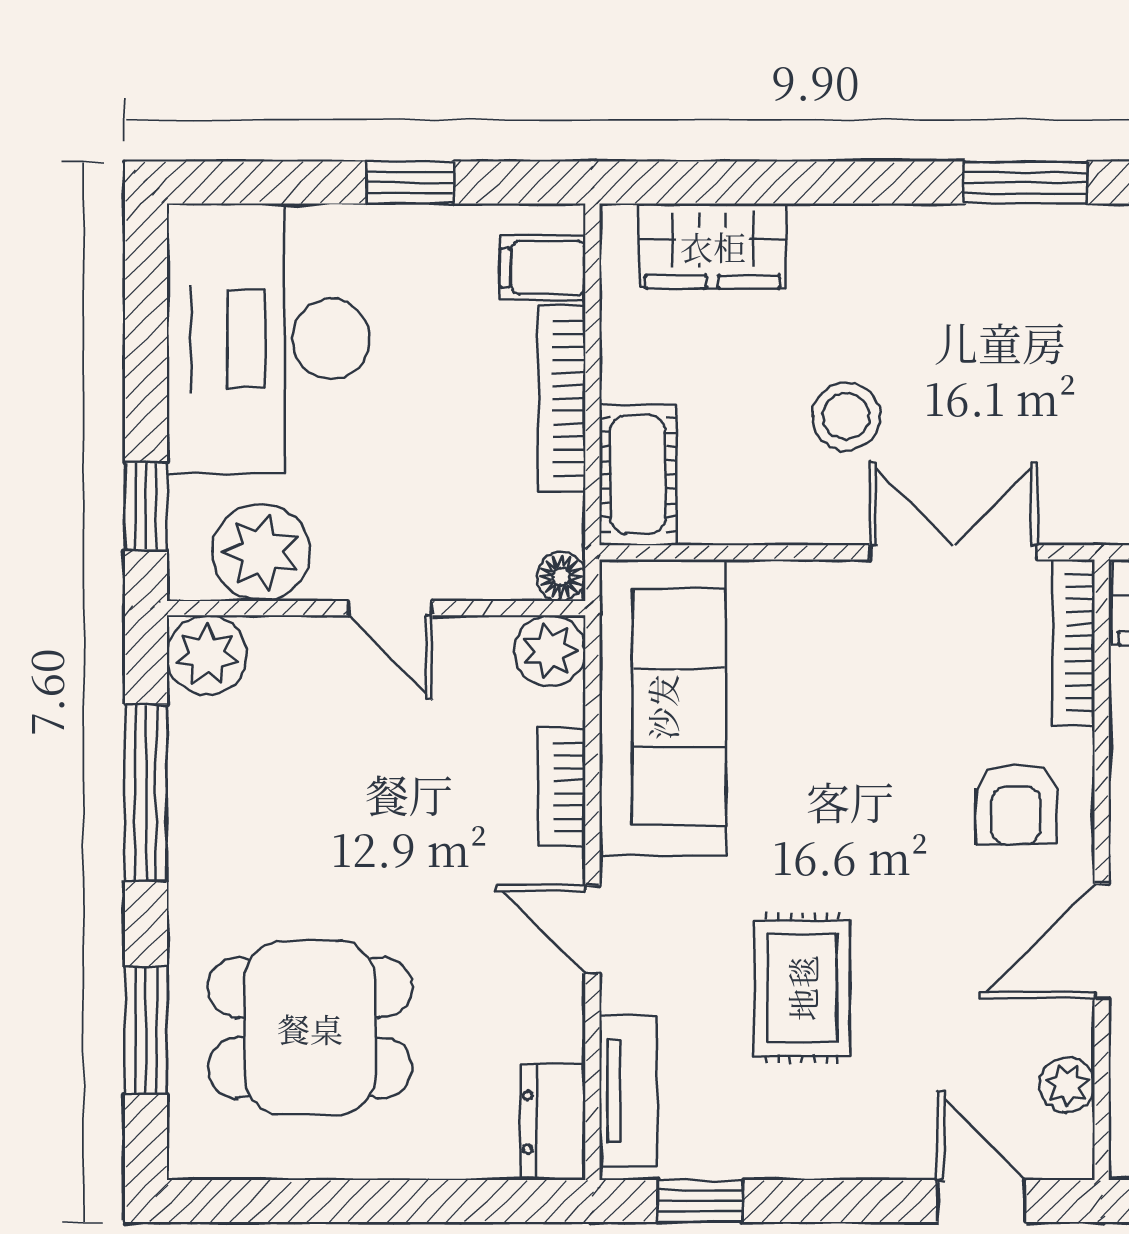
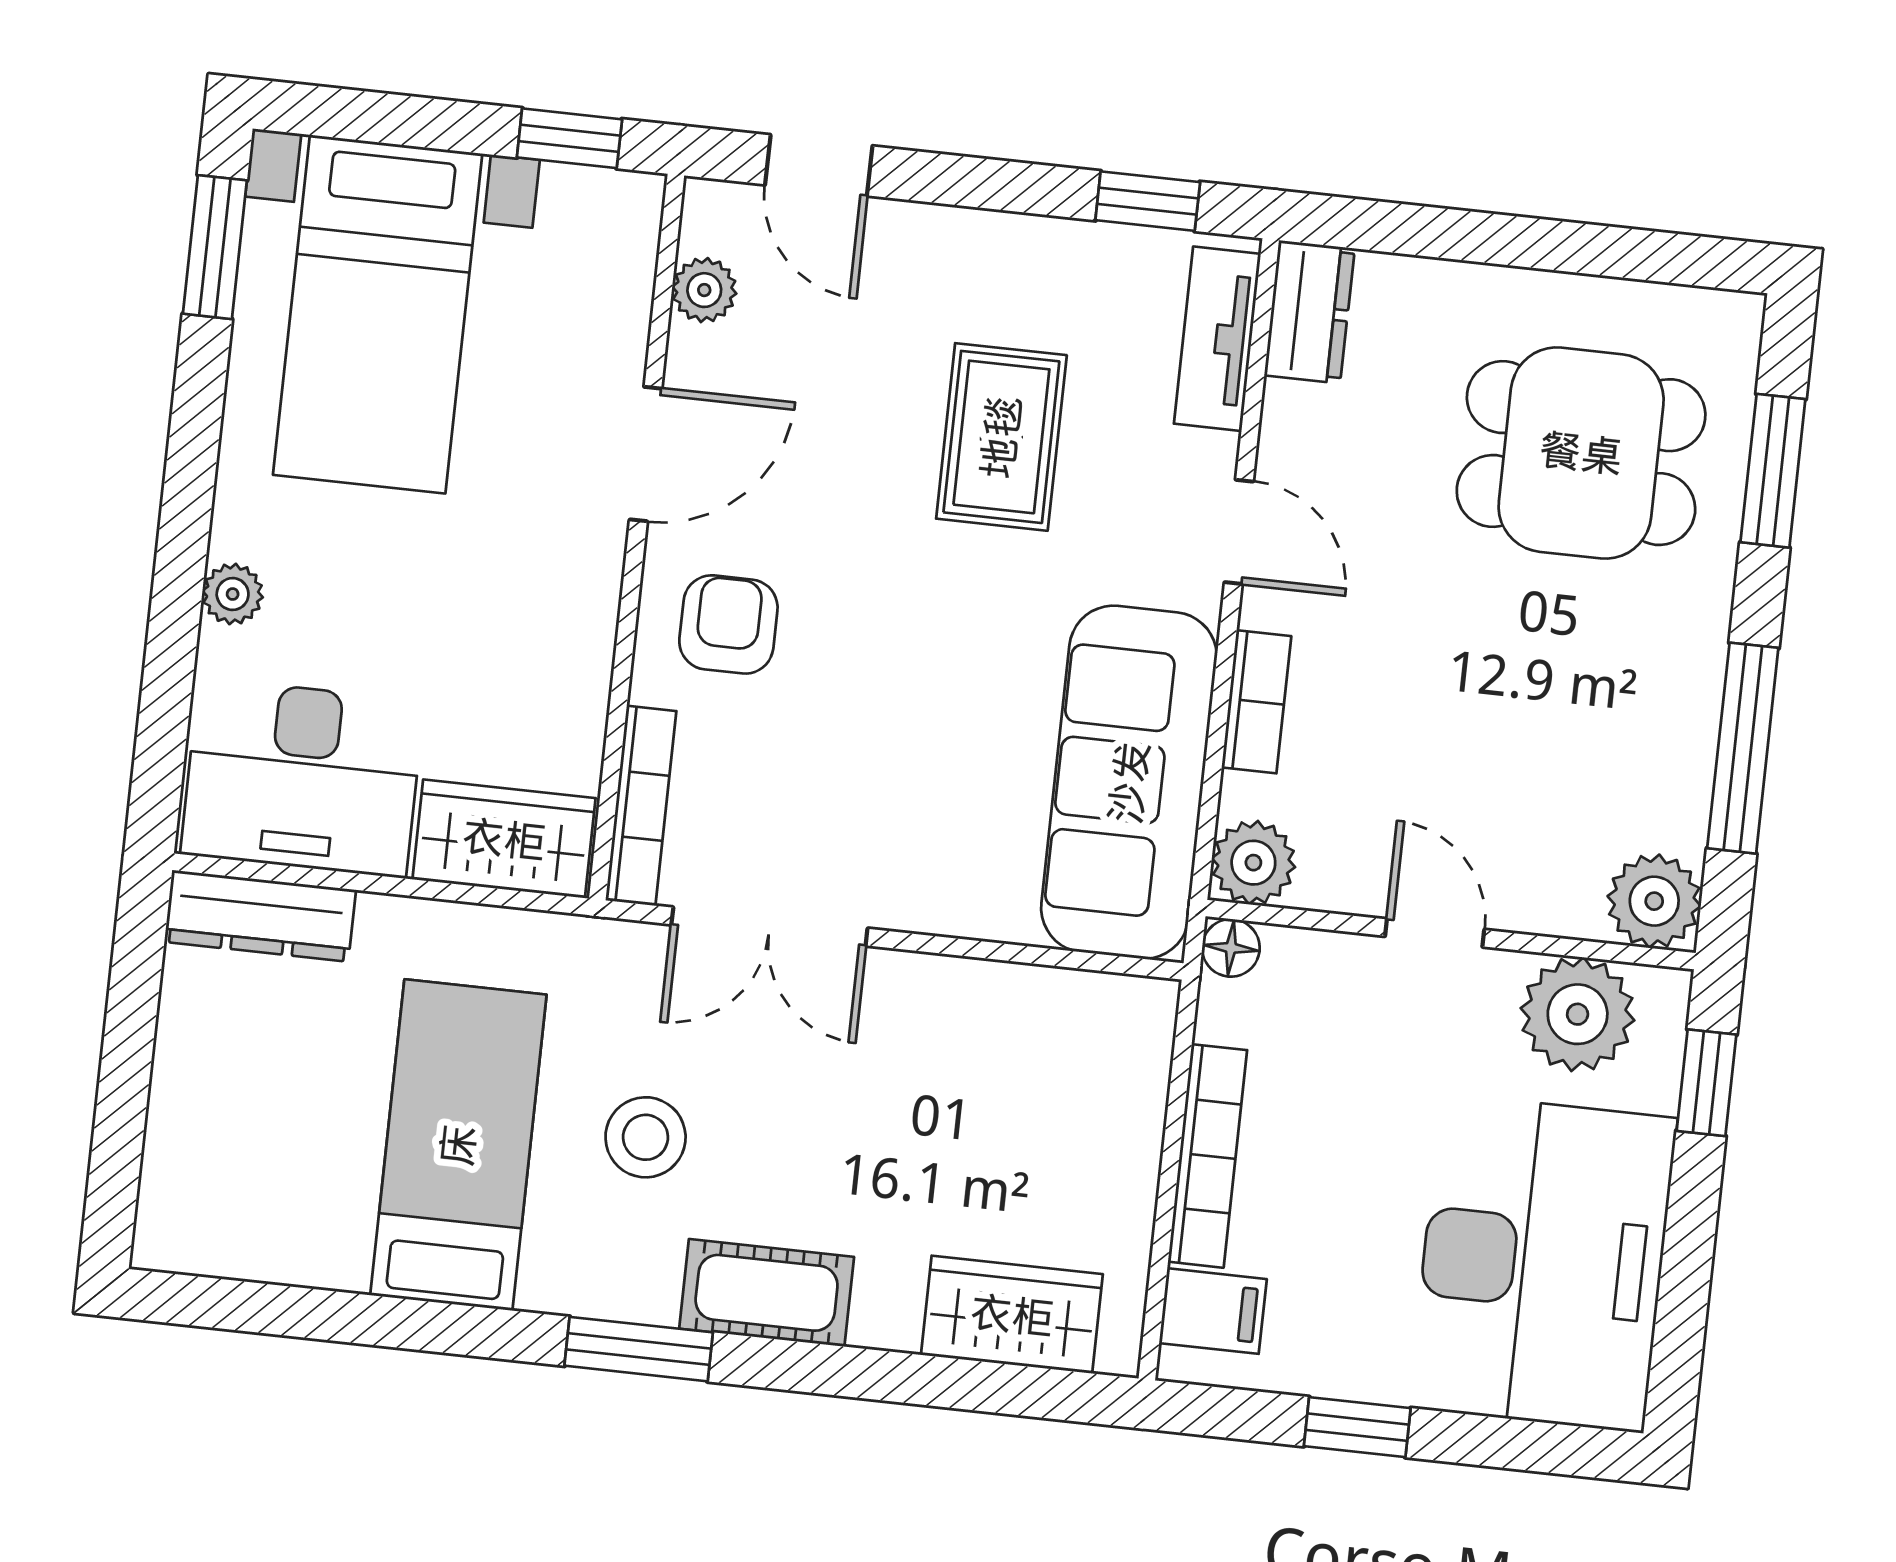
stool: (846, 416) -> (646, 1137), moved
cot: (638, 475) -> (767, 1293), moved, turned 90

